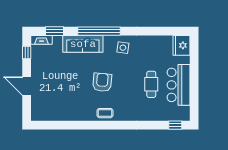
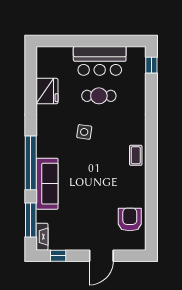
window: (54, 31) -> (31, 220), width x1.44
fridge: (181, 45) -> (47, 91), moved, turned -90
side table: (123, 48) -> (84, 132), moved
armchair: (102, 82) -> (130, 220), moved, turned 85

